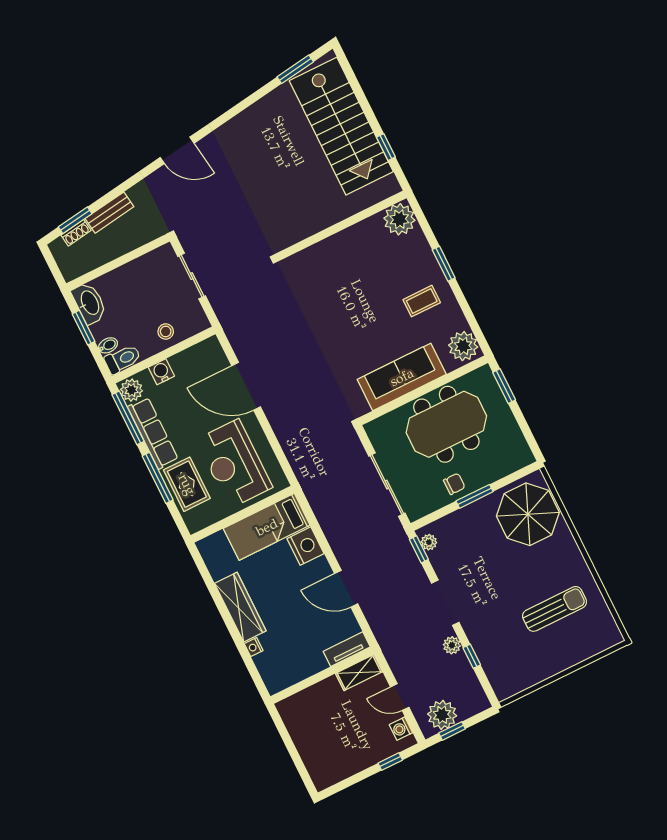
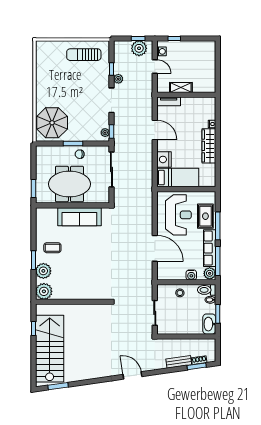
plant: (463, 346) -> (43, 271), moved
sun lounger: (554, 609) -> (84, 55), moved
shelving: (359, 673) -> (181, 88), moved

